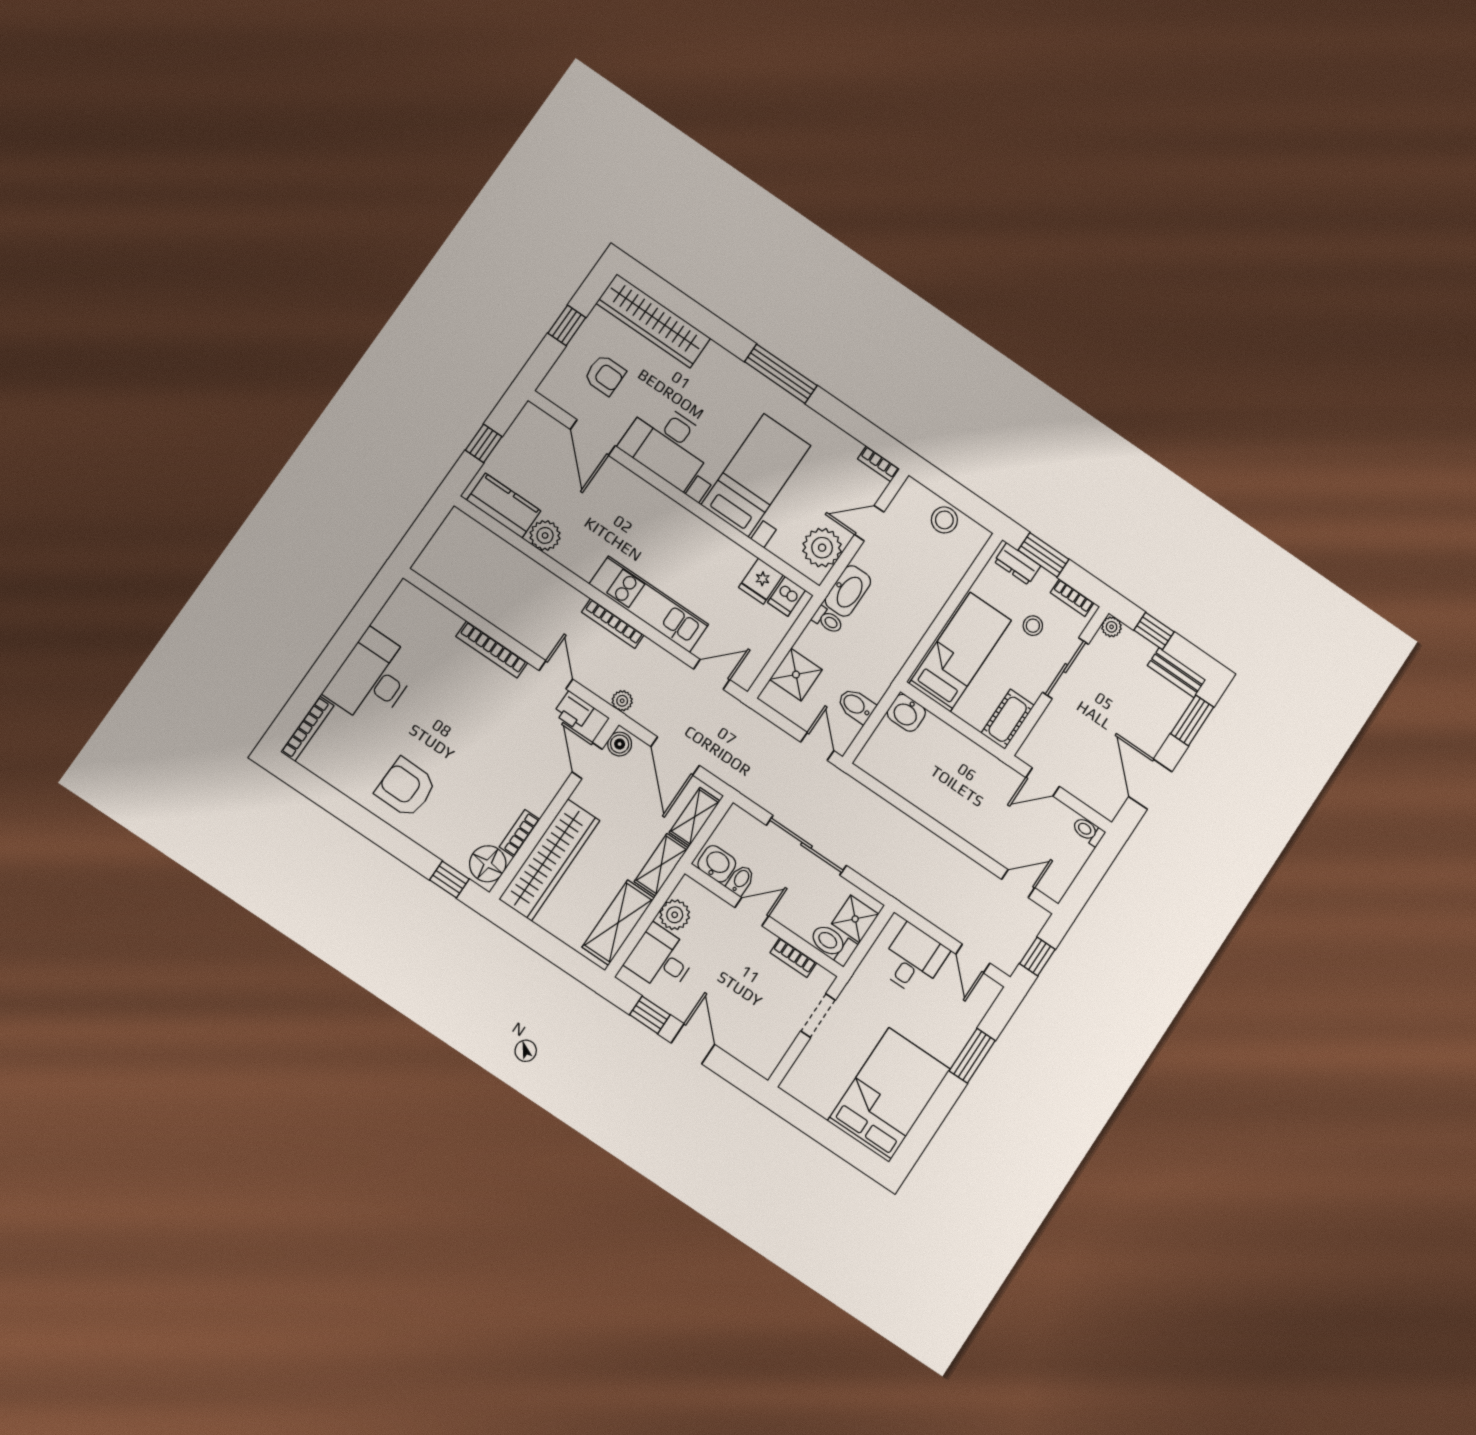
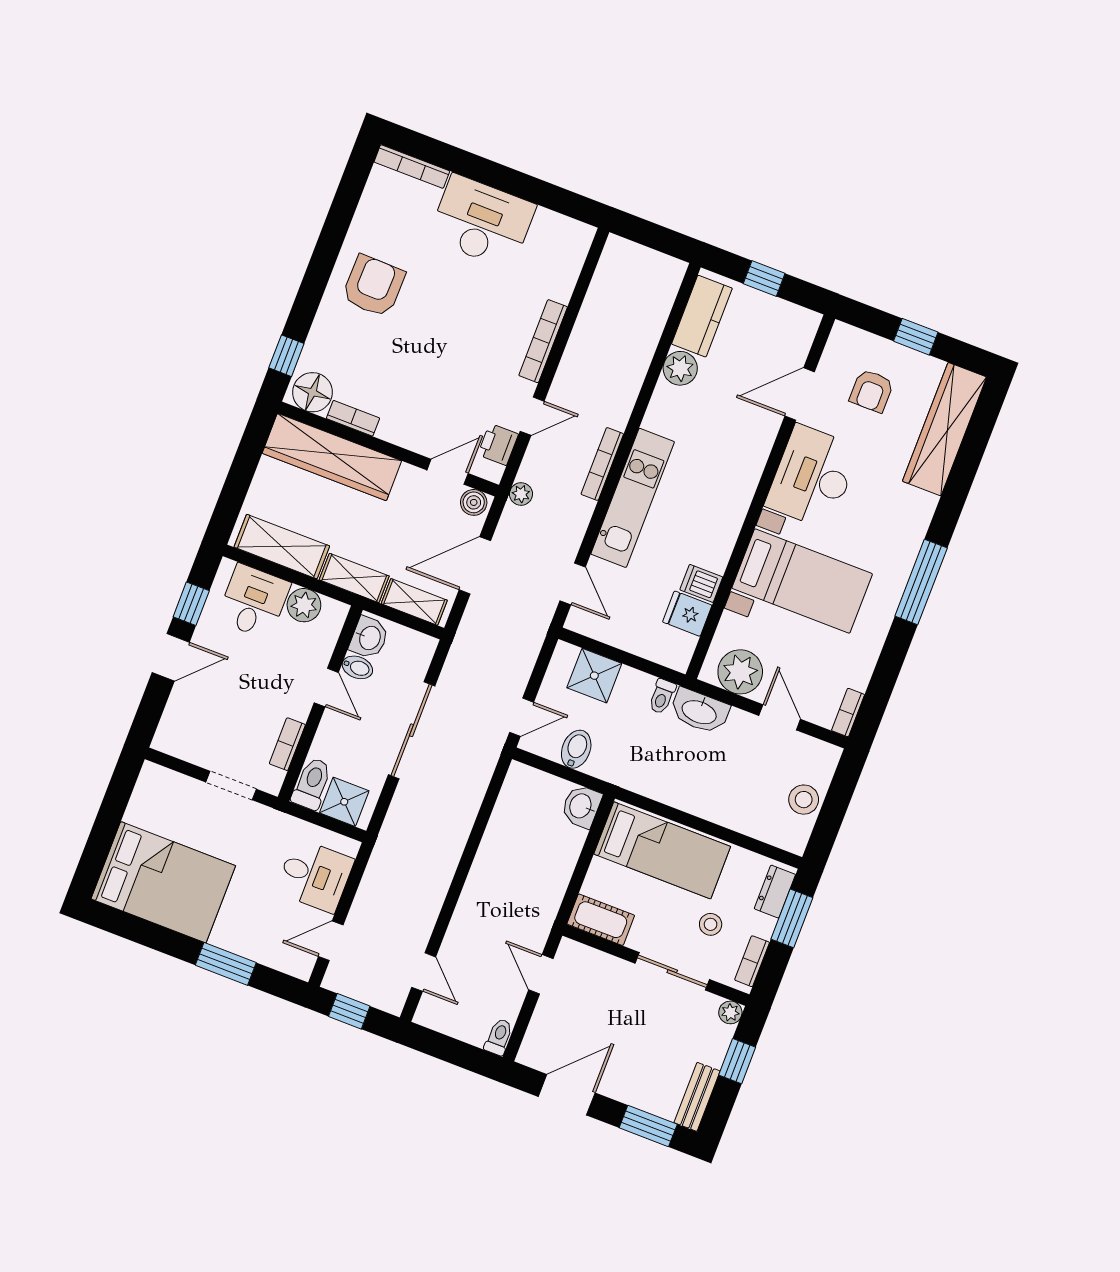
dishwasher: (787, 596) -> (701, 583), moved

